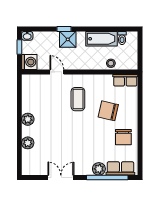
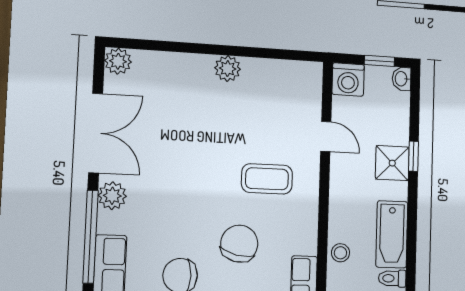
door: (57, 72) -> (326, 136), hinge flipped
plant: (28, 143) -> (118, 61), moved
plant: (99, 169) -> (112, 196), moved
double door: (61, 178) -> (96, 133), width x1.37

